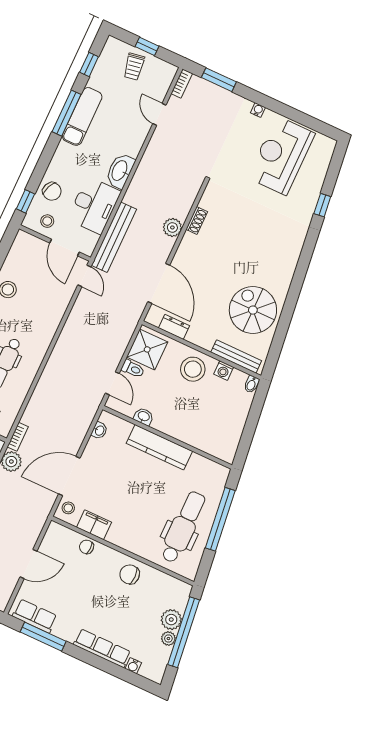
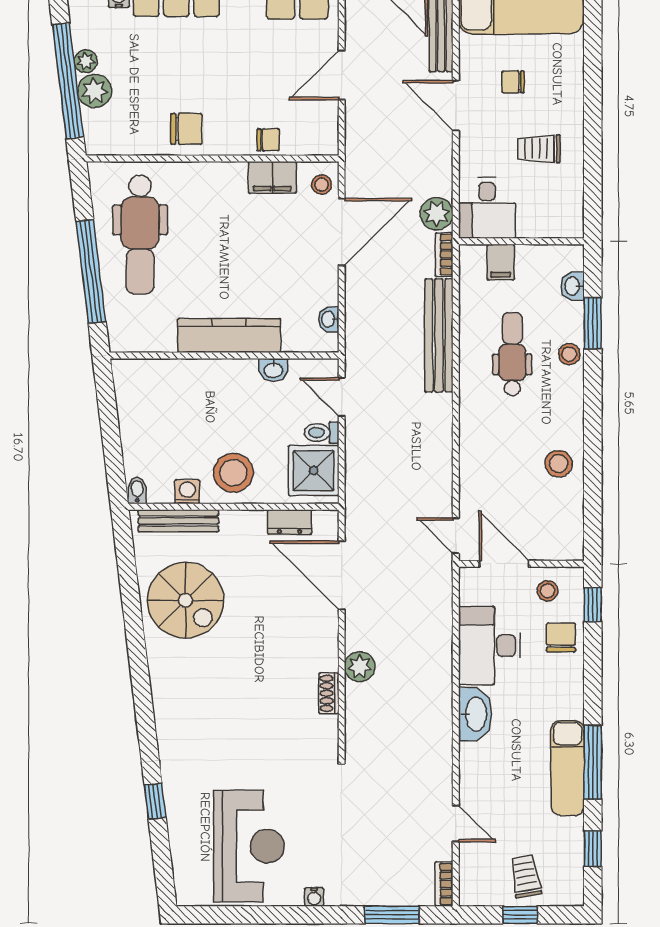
chair: (52, 191) -> (561, 638), turned 67
bench: (114, 237) -> (439, 335), moved

